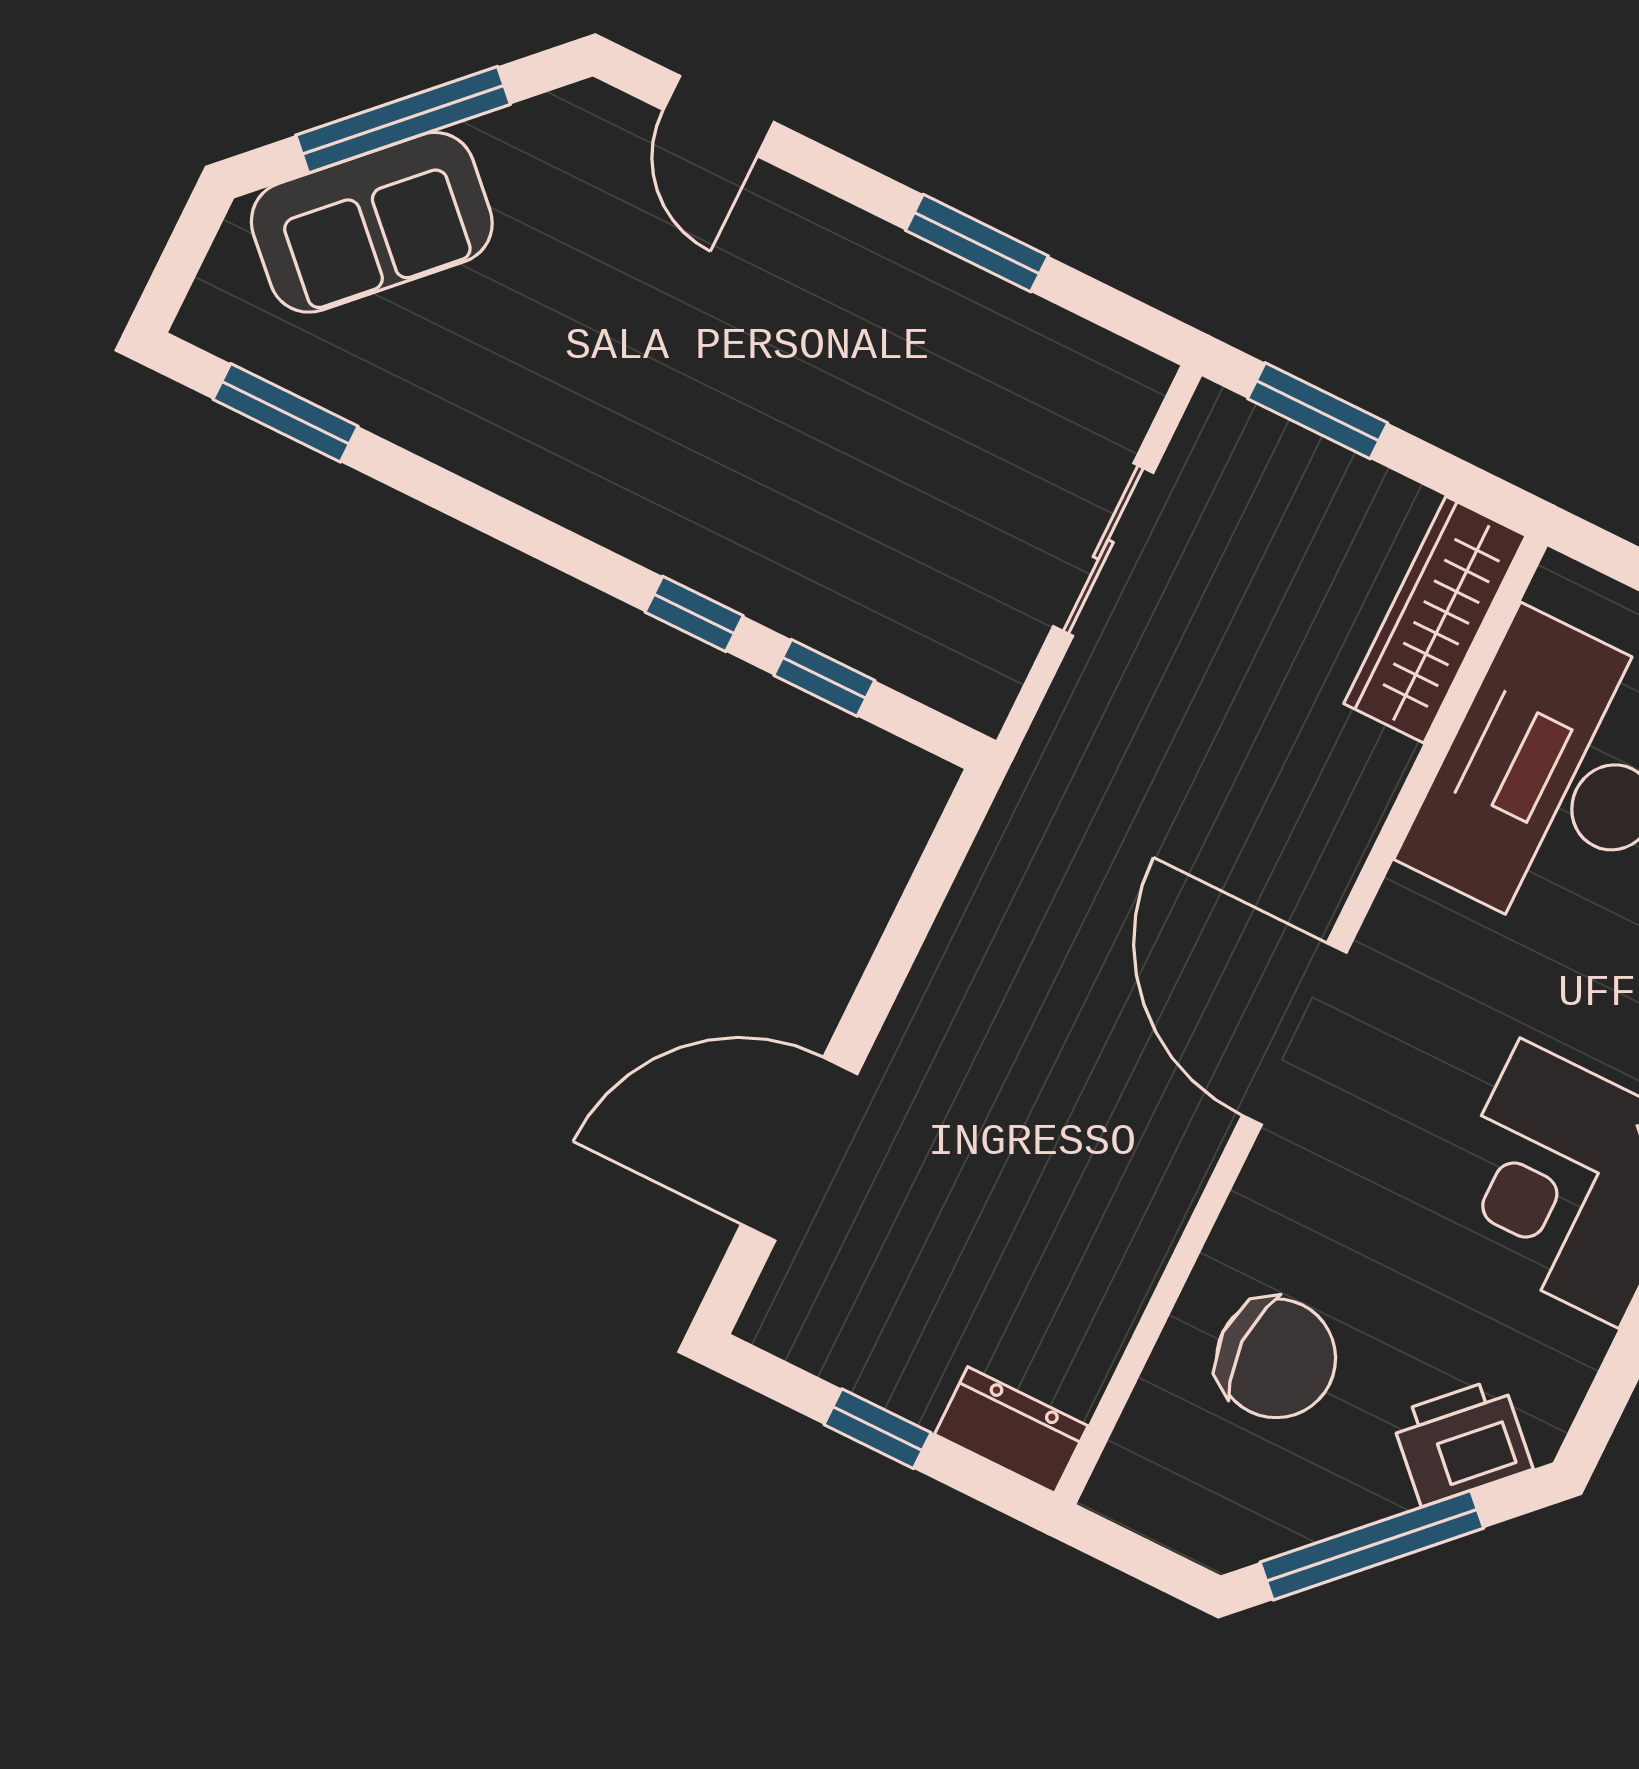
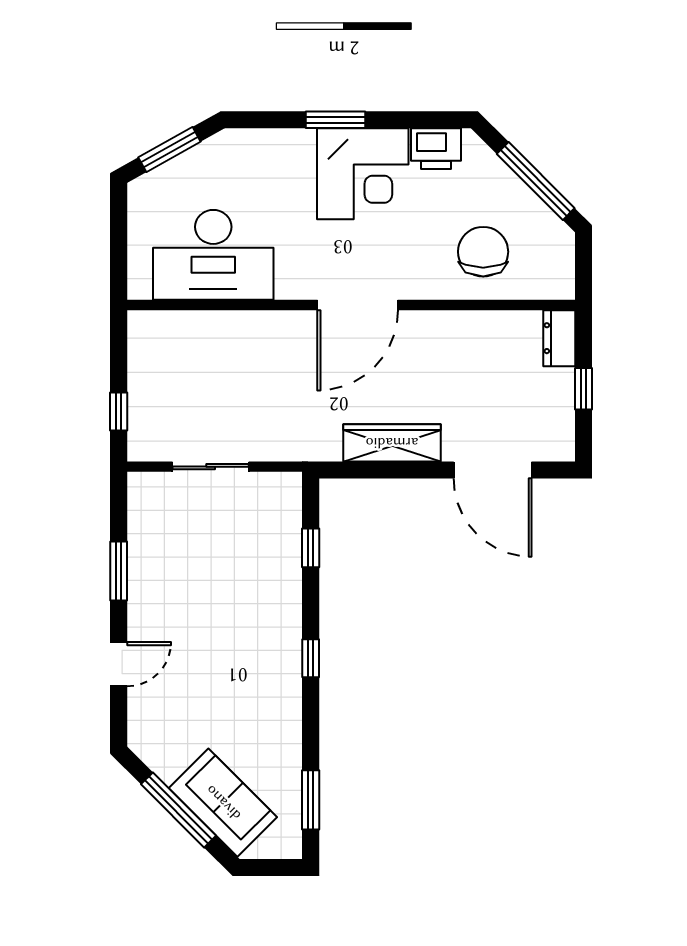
door: (719, 116) -> (119, 664), moved
window: (1318, 411) -> (119, 412), width x0.67
window: (694, 614) -> (311, 658), moved
wardrobe: (1435, 620) -> (392, 443), moved, turned 180
printer: (1462, 1442) -> (436, 149), moved, turned -45

